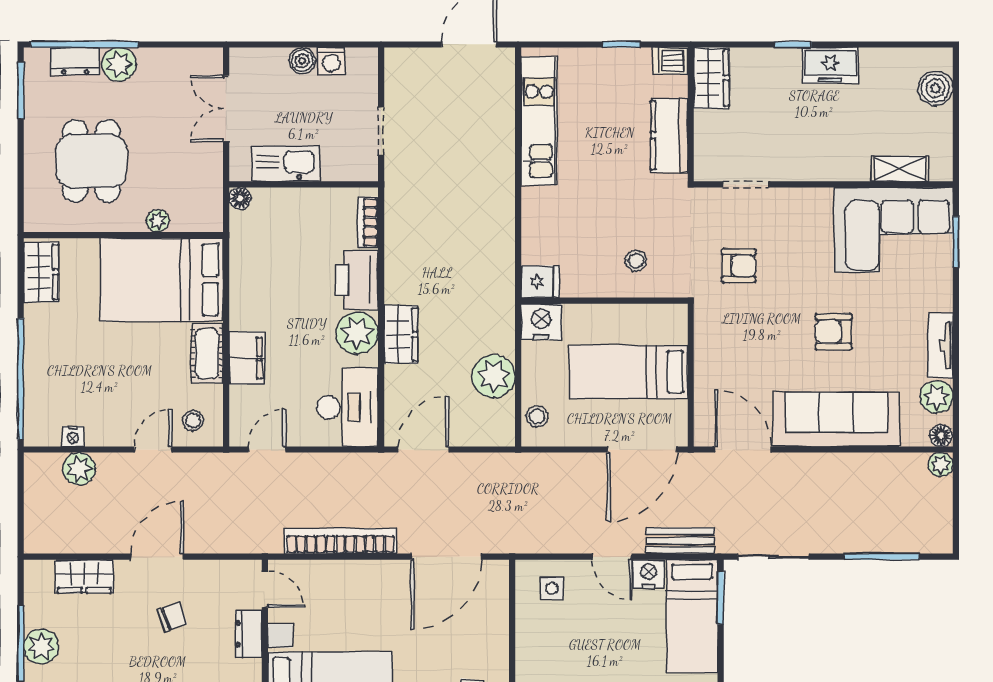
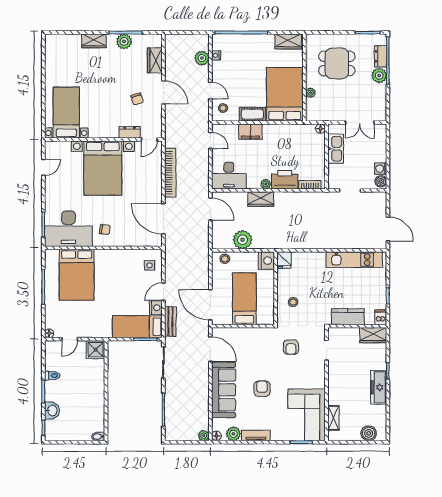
boiler: (302, 61) -> (381, 181), moved
freezer: (830, 65) -> (379, 387), width x1.40
double door: (226, 109) -> (360, 123), swing flipped
plant: (357, 333) -> (266, 184), width x0.53, depth x0.53
door: (743, 449) -> (210, 349), hinge flipped

